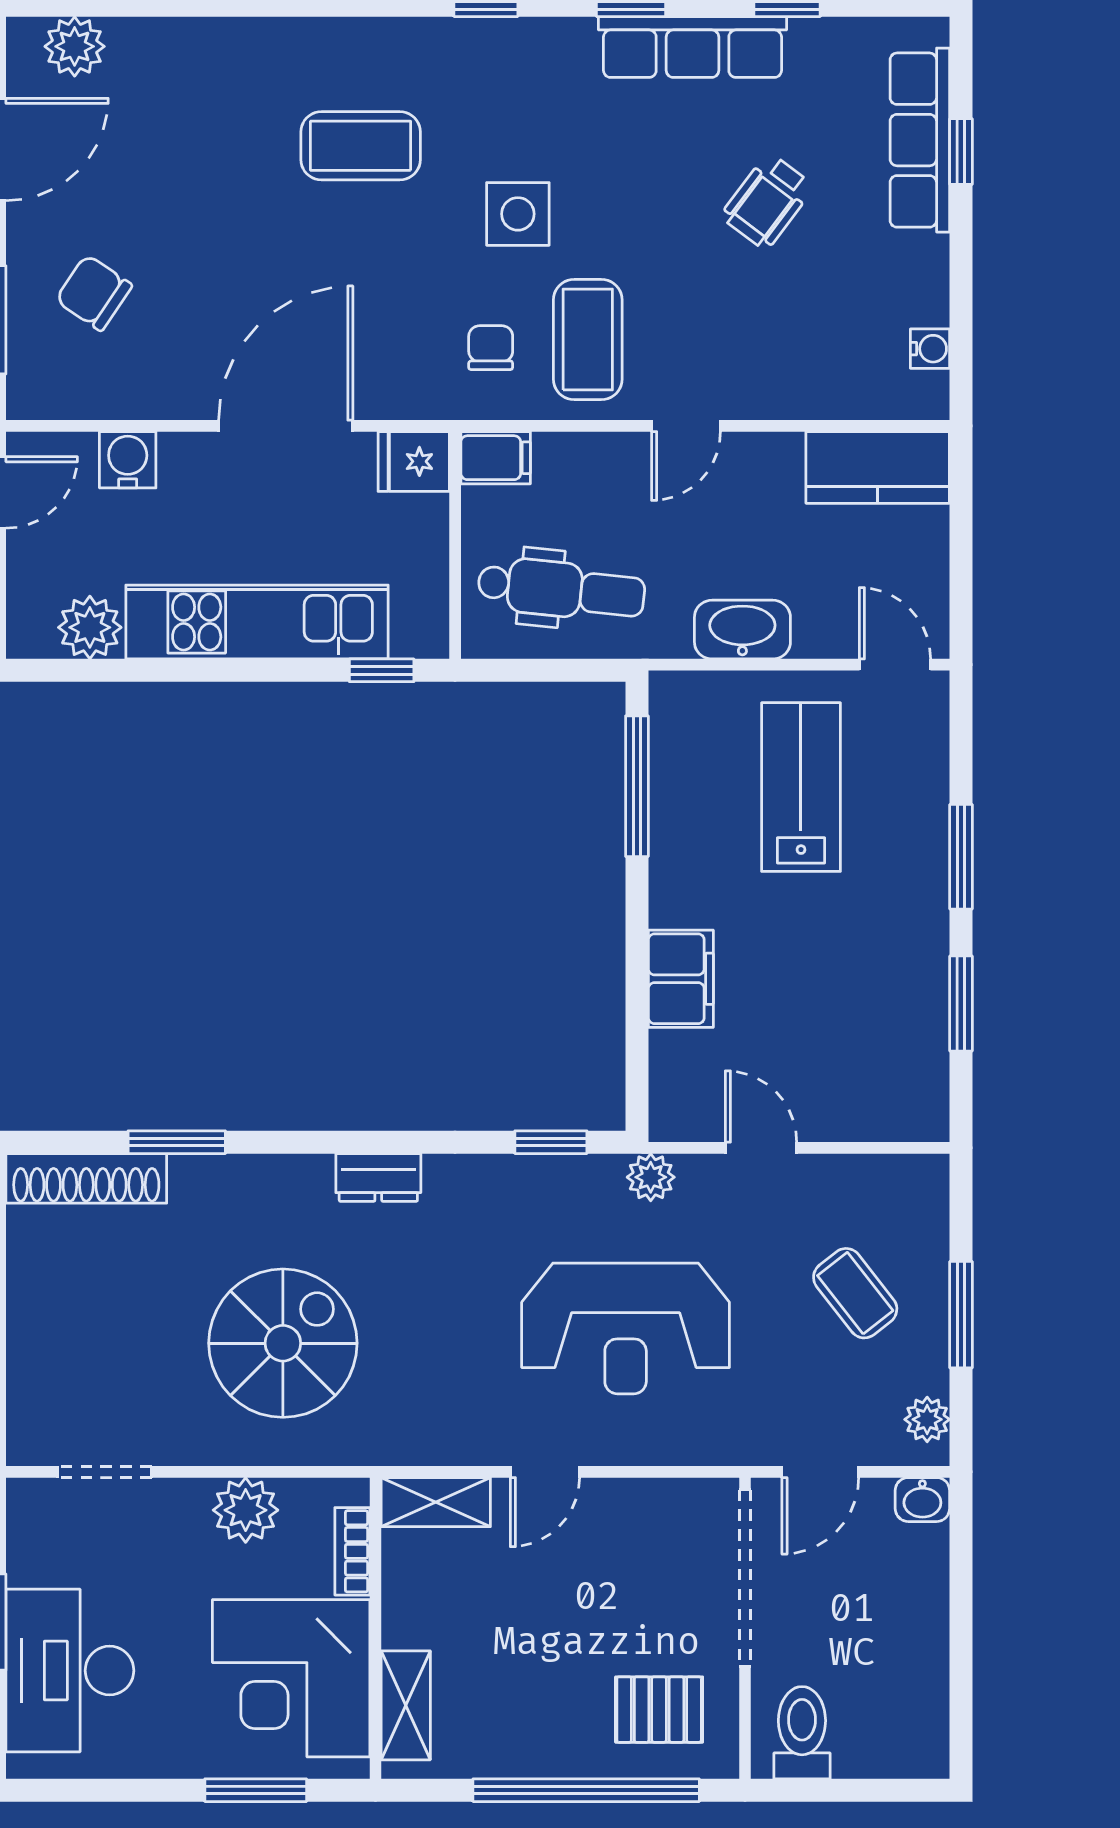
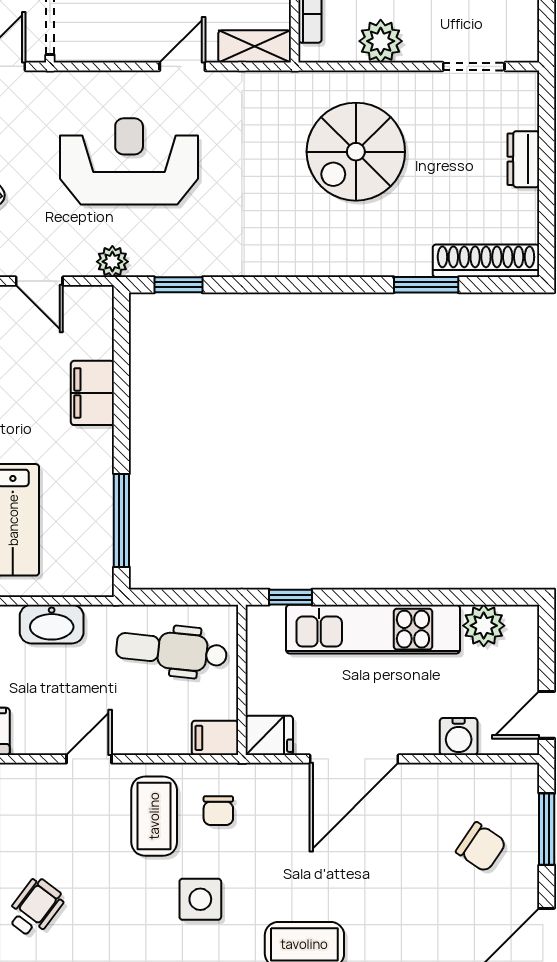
dresser: (378, 1177) -> (523, 159), moved, turned -90

